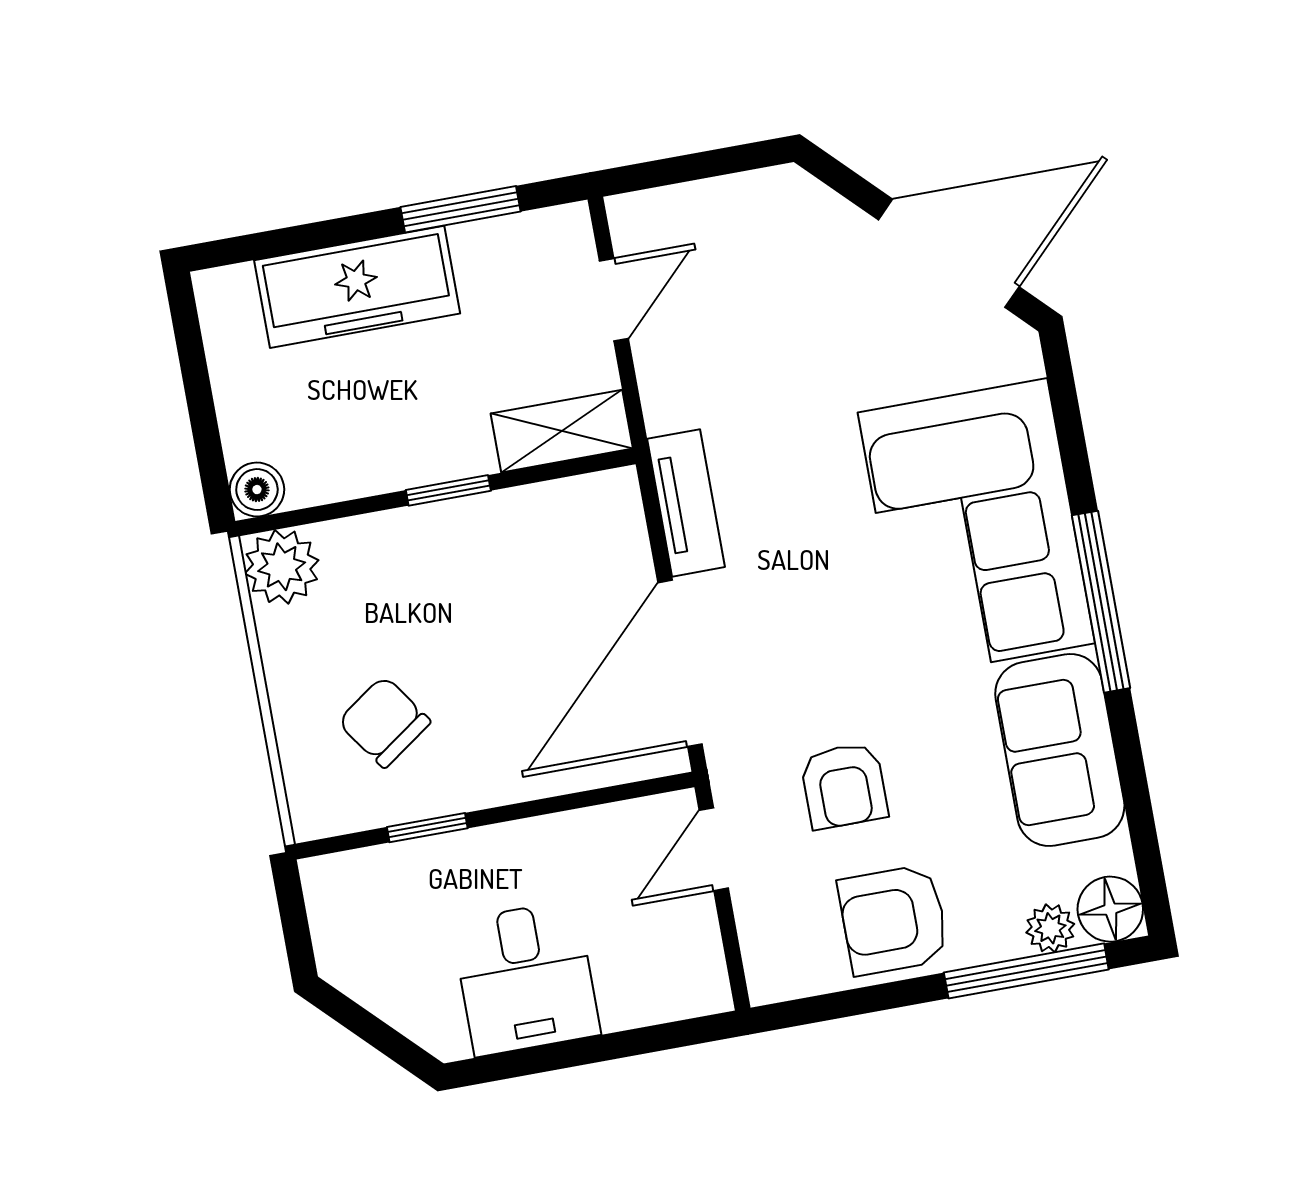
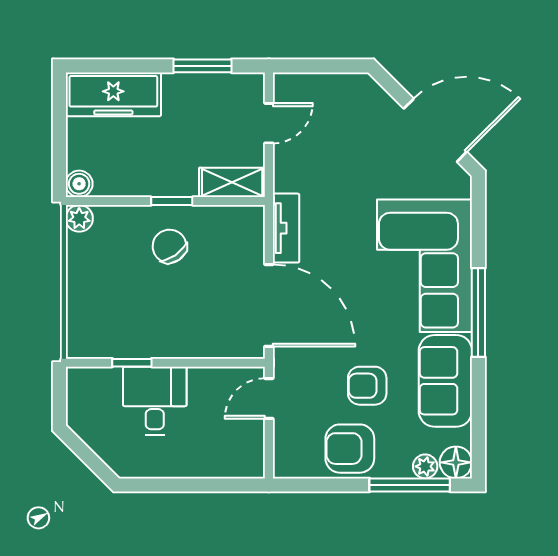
freezer: (357, 287) -> (113, 94), moved
plant: (282, 567) -> (79, 218), width x0.73, depth x0.73
door: (680, 663) -> (269, 305), swing flipped
chair: (384, 722) -> (169, 246), moved
armchair: (844, 786) -> (367, 386), moved, turned 90
desk: (526, 978) -> (155, 401), moved, turned 180

